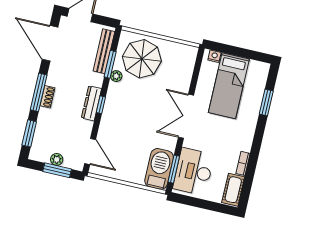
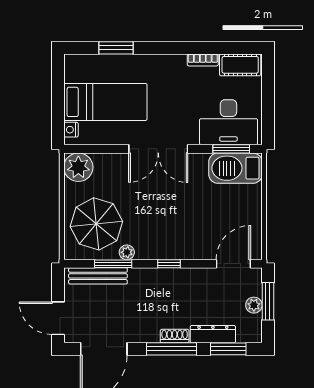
plant: (186, 55) -> (78, 167), added
dresser: (91, 103) -> (213, 334), moved, turned 180

